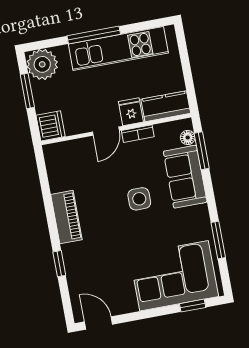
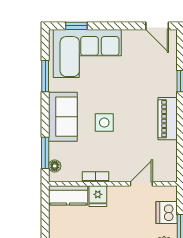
dishwasher: (51, 126) -> (167, 213), moved
door: (106, 131) -> (141, 184), moved
sofa: (185, 177) -> (63, 117), moved

